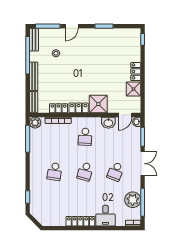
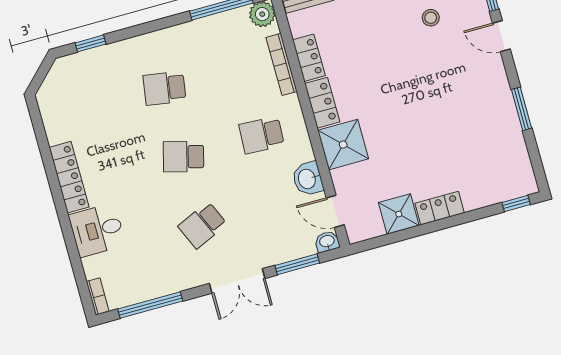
school desk: (116, 172) -> (202, 225), turned -45
plant: (133, 200) -> (150, 281), removed

